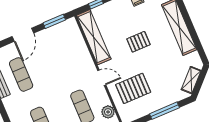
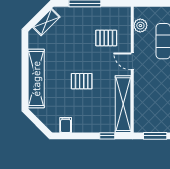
pallet: (133, 88) -> (106, 38), width x0.67, depth x0.71

